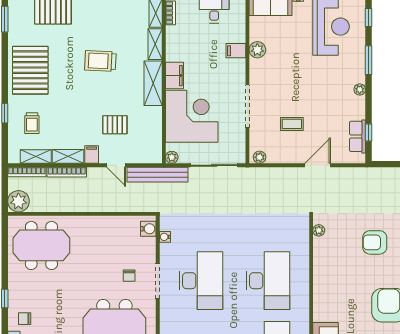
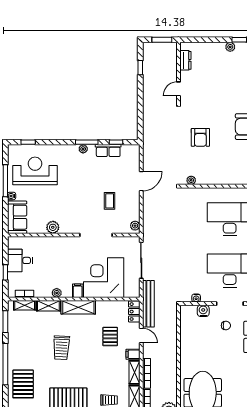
filing cabinet: (236, 51) -> (53, 244), removed
window: (368, 60) -> (87, 142), moved
filing cabinet: (175, 76) -> (78, 291), width x0.50
row of seats: (357, 136) -> (108, 151), moved
locker: (147, 156) -> (134, 312), added
plant: (172, 157) -> (57, 293), moved
door: (116, 165) -> (141, 336), hinge flipped
door: (318, 165) -> (141, 181), swing flipped
water cooler: (148, 229) -> (203, 311), moved

